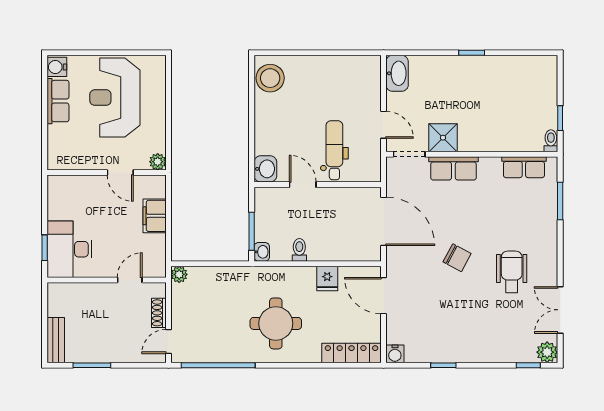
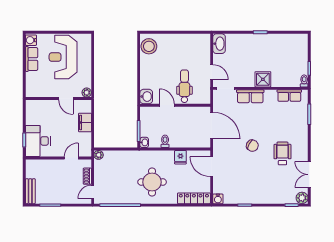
shower: (443, 138) -> (263, 79), moved

